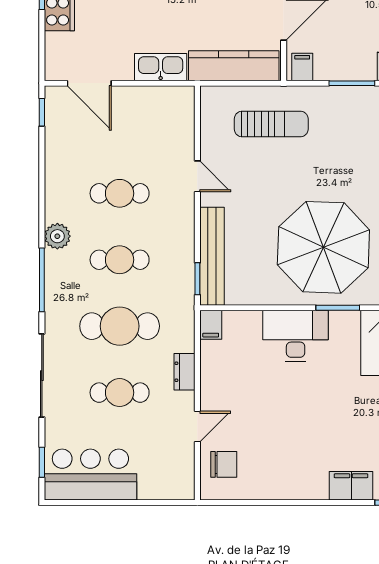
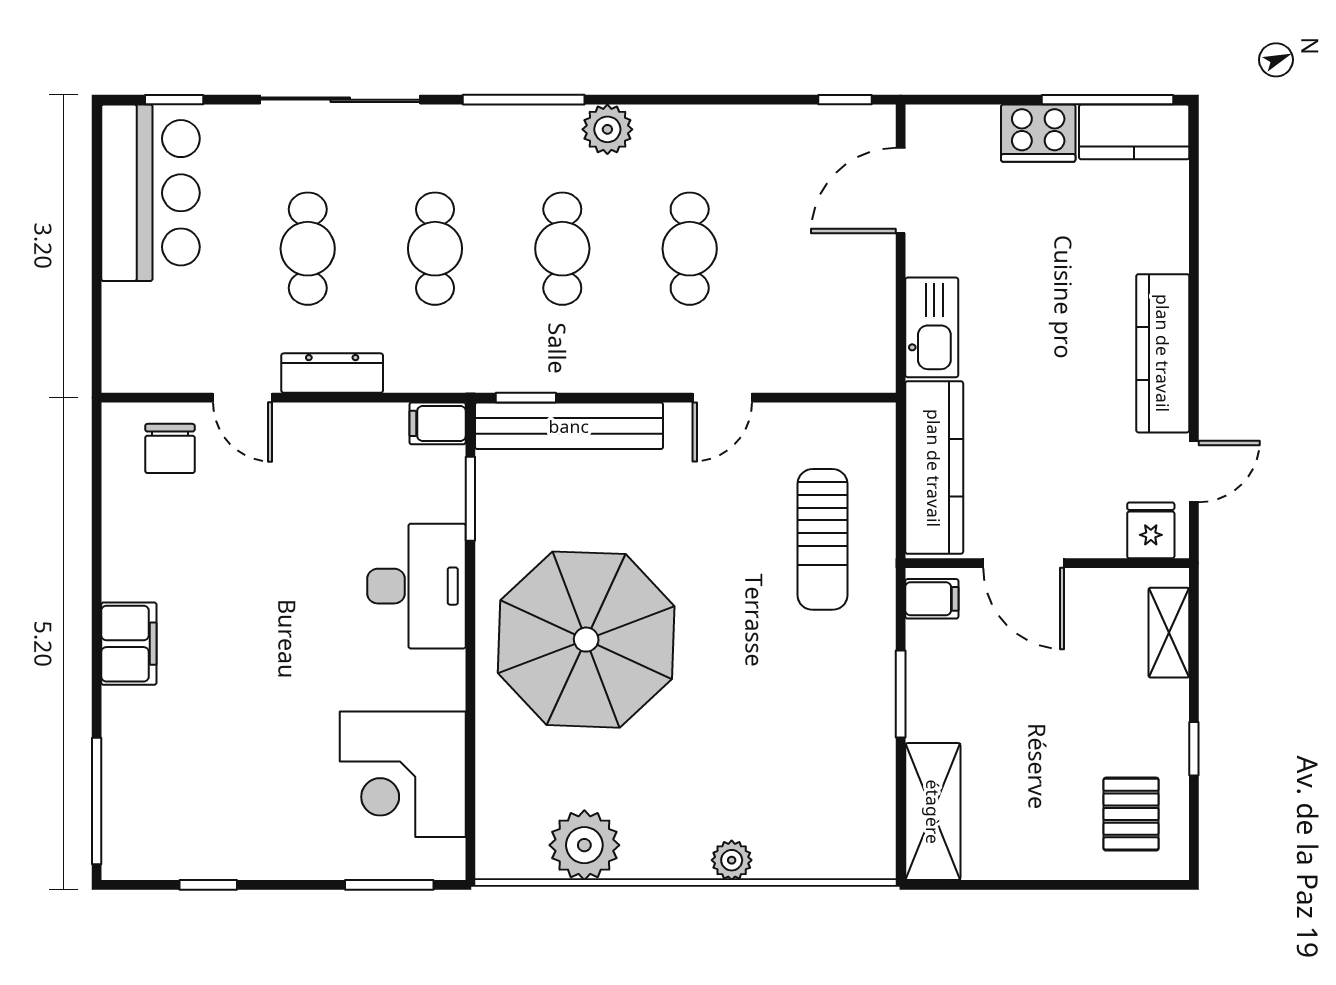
window: (338, 308) -> (470, 499), moved
cafe table: (120, 326) -> (435, 249), width x0.73, depth x0.74
dresser: (184, 372) -> (332, 373), width x1.44
filing cabinet: (351, 486) -> (129, 644), moved

